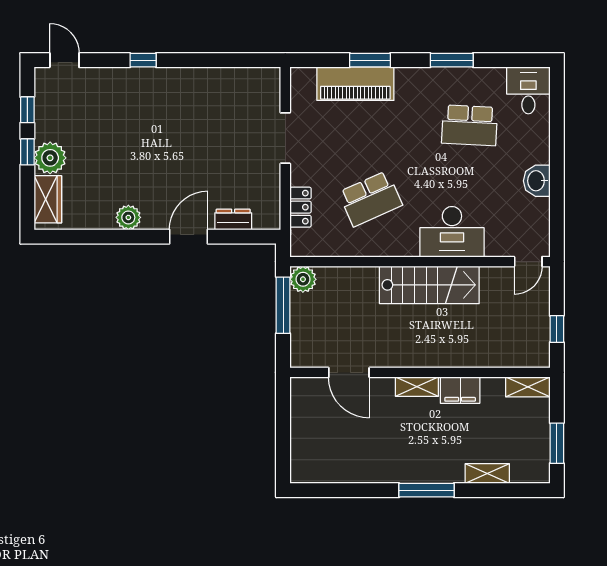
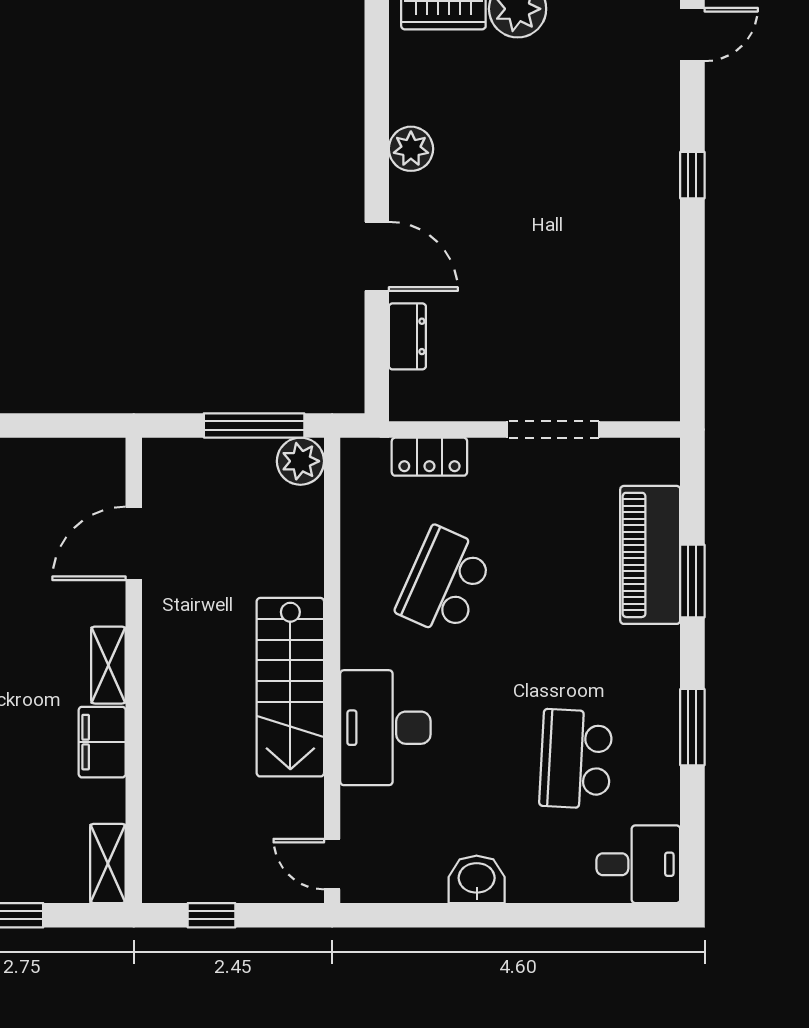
school desk: (370, 199) -> (445, 582), turned 48

